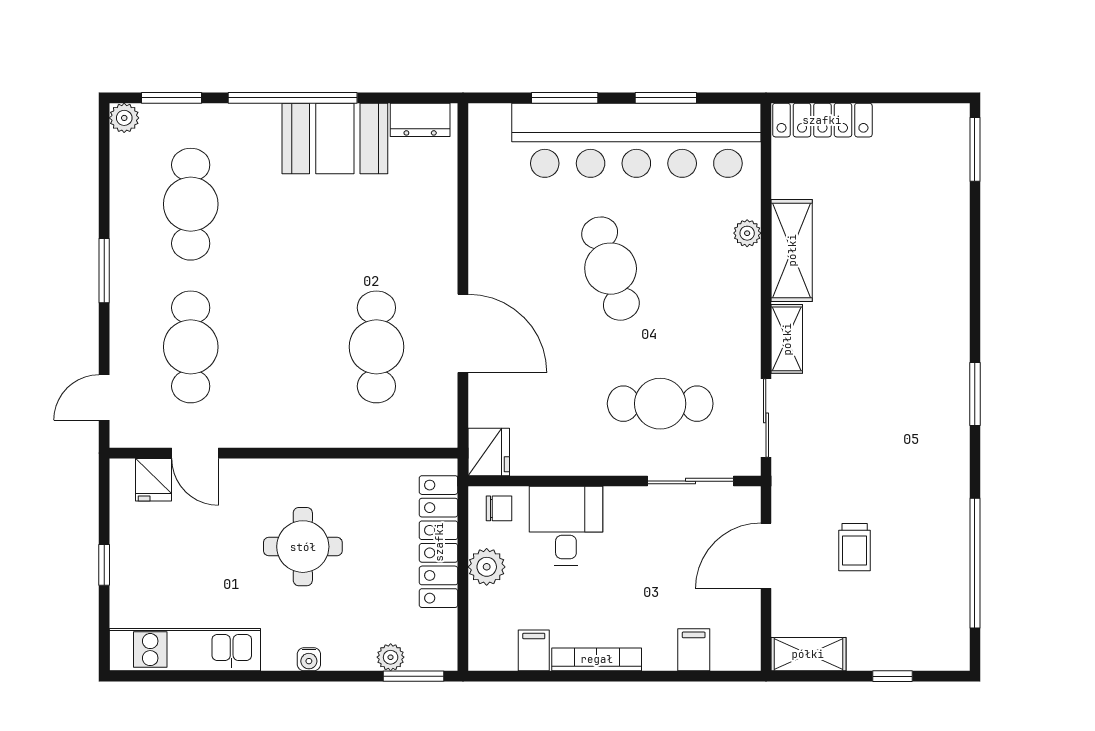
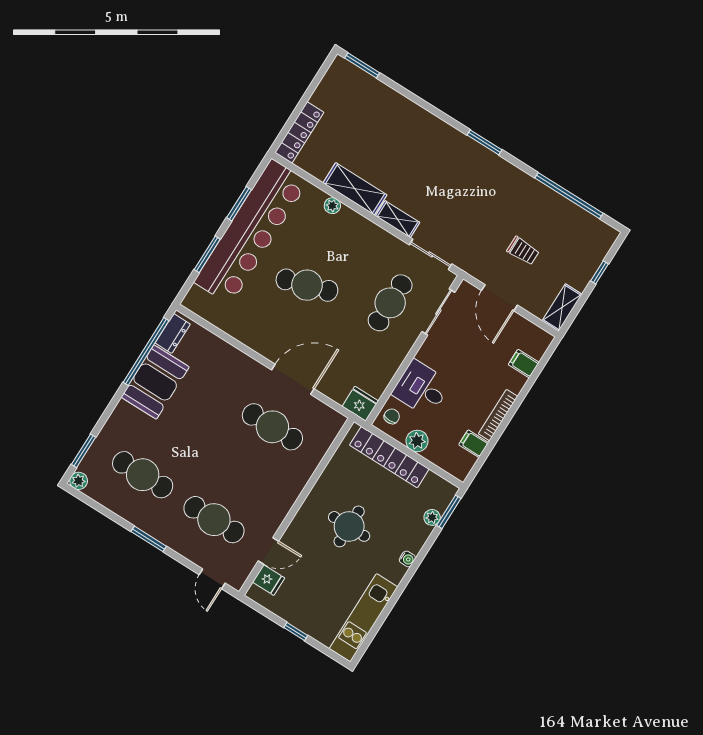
window: (293, 98) -> (146, 352), moved

